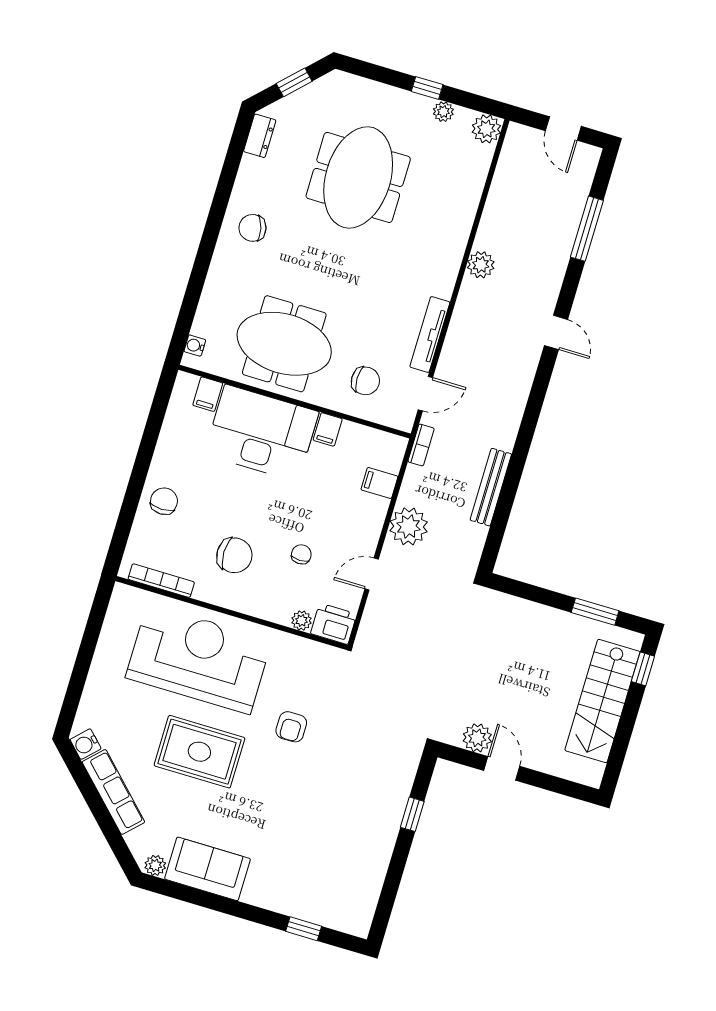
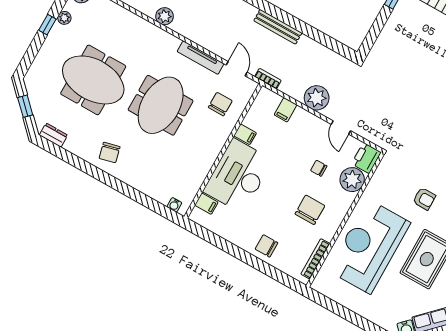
meeting table: (284, 344) -> (161, 105), moved
bench: (491, 487) -> (278, 27), moved
plant: (301, 621) -> (352, 180), width x1.88, depth x1.88

